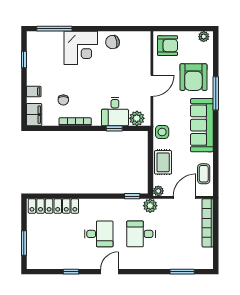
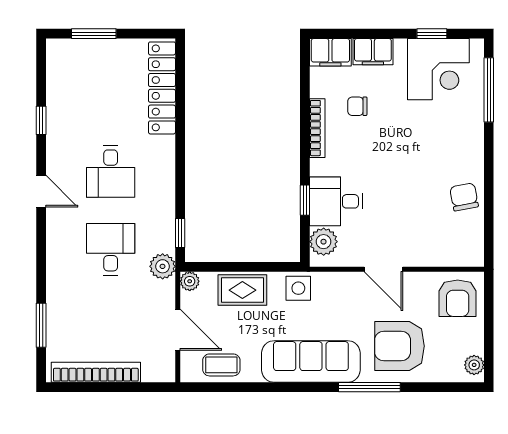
corner desk: (81, 48) -> (438, 69), moved, turned -90
filing cabinet: (34, 92) -> (373, 52), width x2.00
bookcase: (208, 223) -> (96, 372), moved

